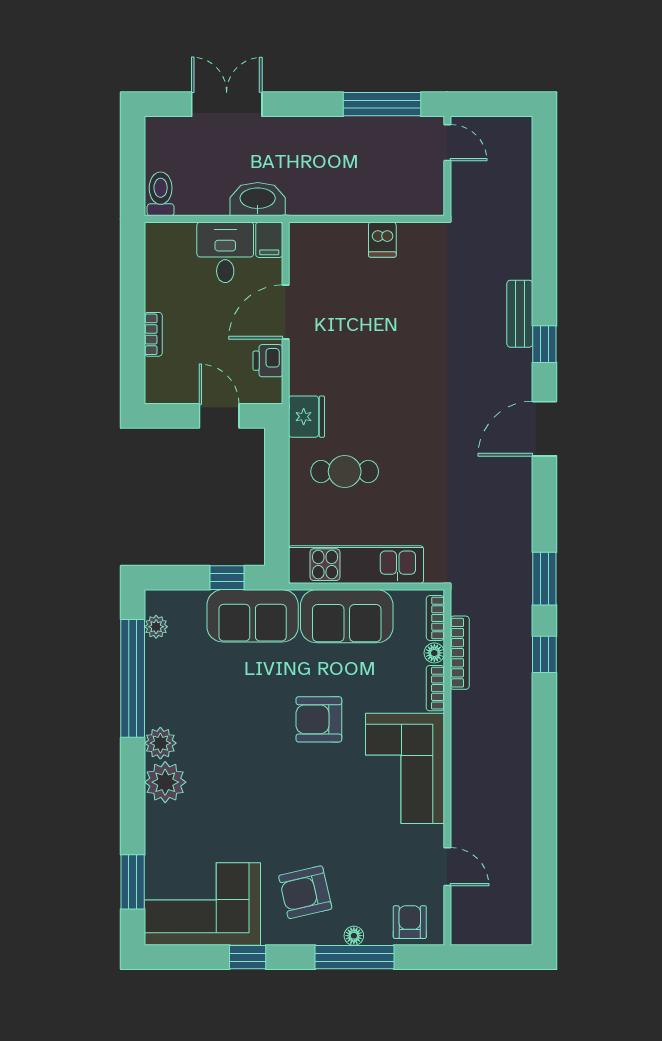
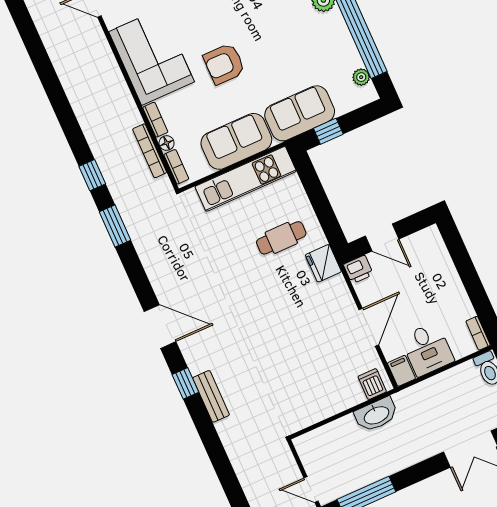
washbasin: (258, 199) -> (376, 415), moved
dishwasher: (382, 240) -> (372, 384), moved
bookcase: (153, 334) -> (478, 333), moved
printer: (268, 361) -> (358, 269), moved, turned 90
door: (544, 429) -> (160, 327), hinge flipped
armchair: (319, 719) -> (224, 64), turned 180

